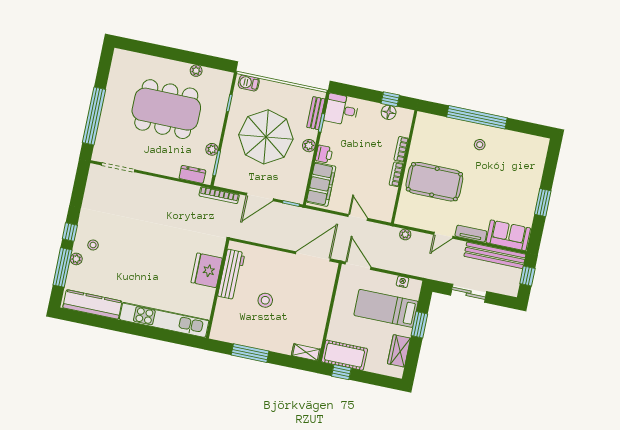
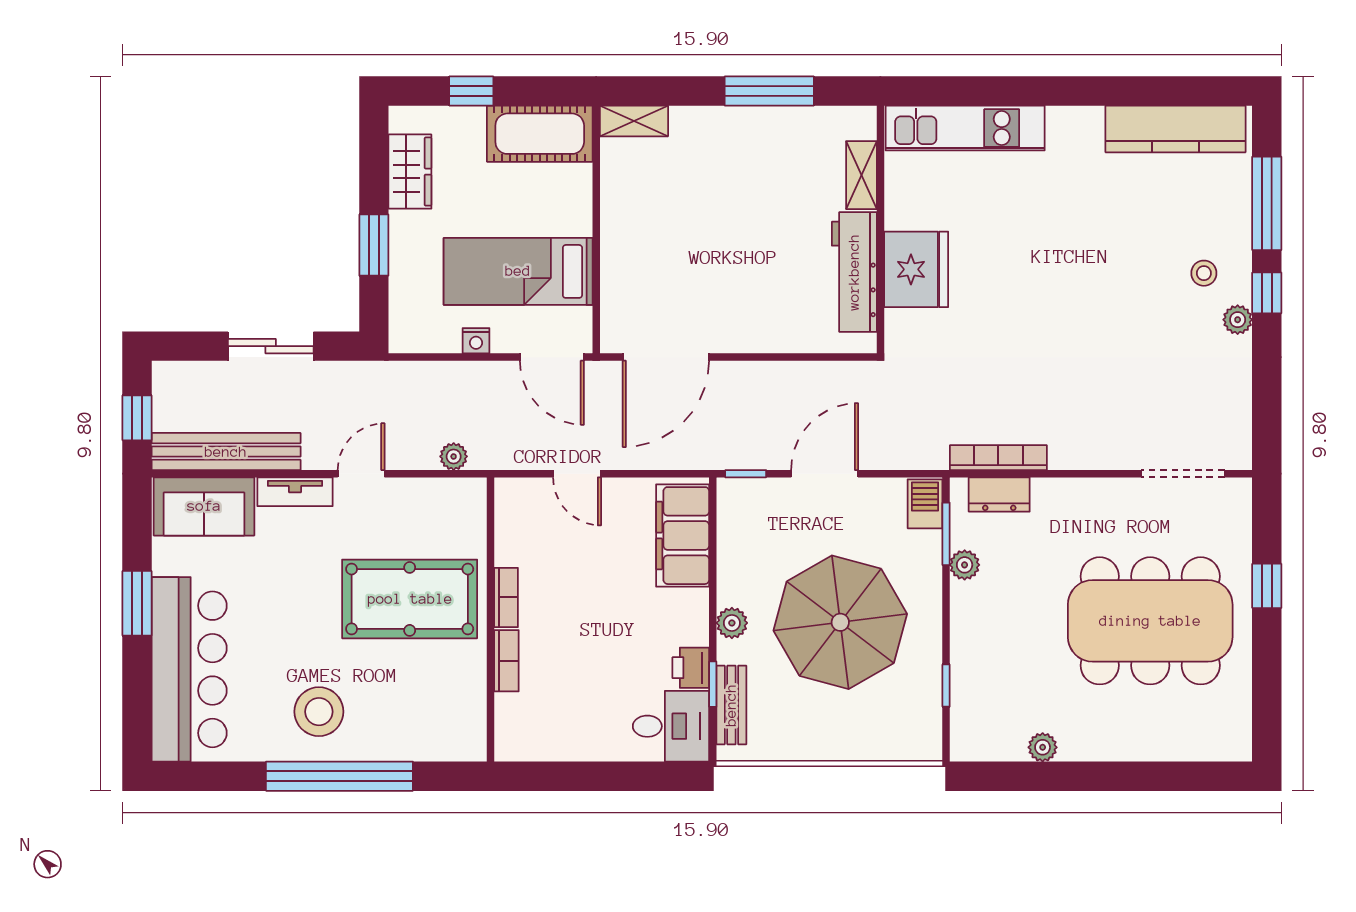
barbecue: (249, 83) -> (925, 504), moved, turned -90
window: (390, 99) -> (558, 776), removed
dining table: (166, 109) -> (1150, 621), moved
floor lamp: (389, 112) -> (556, 744), removed
window: (94, 116) -> (1267, 586), width x0.32
stool: (480, 145) -> (319, 712), width x1.89, depth x1.89
printer: (324, 154) -> (691, 668), moved
bar counter: (528, 172) -> (189, 669), added
bookcase: (219, 195) -> (998, 458), moved
plant: (76, 259) -> (1238, 320), moved
nightstand: (402, 282) -> (476, 341), moved
stool: (265, 300) -> (759, 227), removed
bed: (386, 308) -> (518, 271), moved, turned 180
shelving: (221, 312) -> (861, 175), added
kitchen unit: (164, 320) -> (965, 128), width x0.73
window: (341, 372) -> (471, 91), moved

